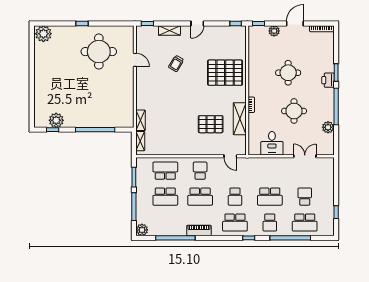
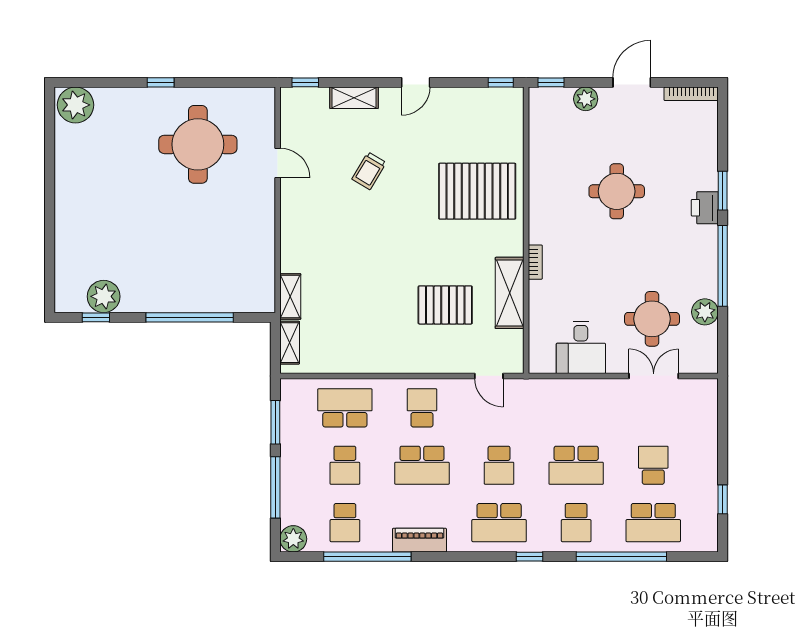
round table: (294, 111) -> (652, 319), moved
school desk: (165, 197) -> (345, 465), width x0.54
school desk: (165, 223) -> (345, 523), added

